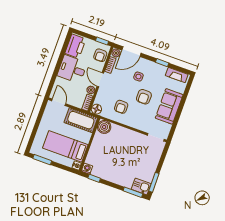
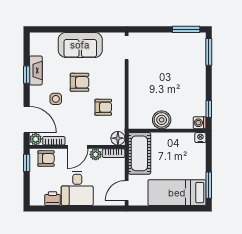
printer: (75, 46) -> (53, 199), width x0.53, depth x0.68
fireplace: (177, 75) -> (36, 70), moved
boiler: (104, 127) -> (162, 120), moved
bed: (65, 146) -> (177, 193), moved, turned 90
kitchen sink: (141, 186) -> (197, 44), removed

